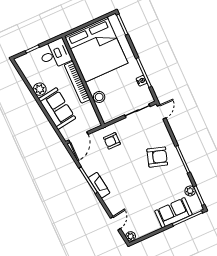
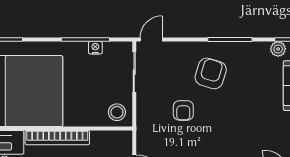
stool: (99, 97) -> (117, 112), moved
door: (162, 112) -> (151, 39), hinge flipped
armchair: (112, 141) -> (183, 110), moved

